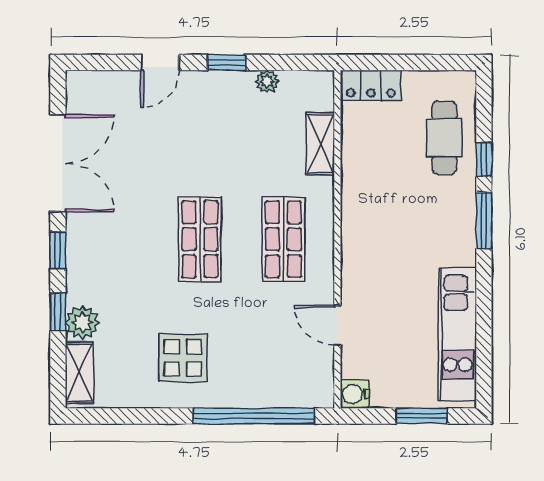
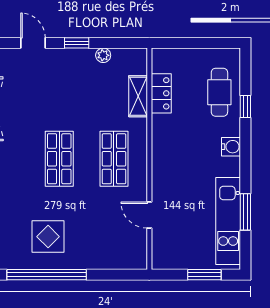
door: (160, 62) -> (33, 43), swing flipped
locker: (371, 85) -> (161, 93), moved, turned -90
window: (484, 221) -> (245, 212), moved
water cooler: (355, 394) -> (231, 147), moved, turned 180
window: (254, 416) -> (47, 275), moved

